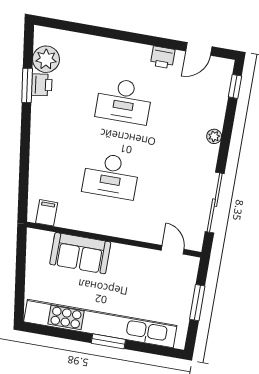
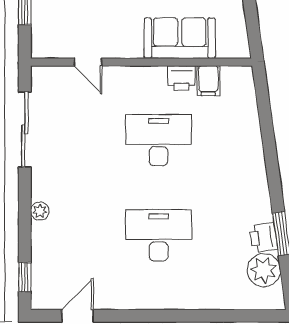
printer: (163, 57) -> (181, 78), moved, turned 180
filing cabinet: (47, 213) -> (208, 81), moved
door: (173, 250) -> (88, 62), moved

